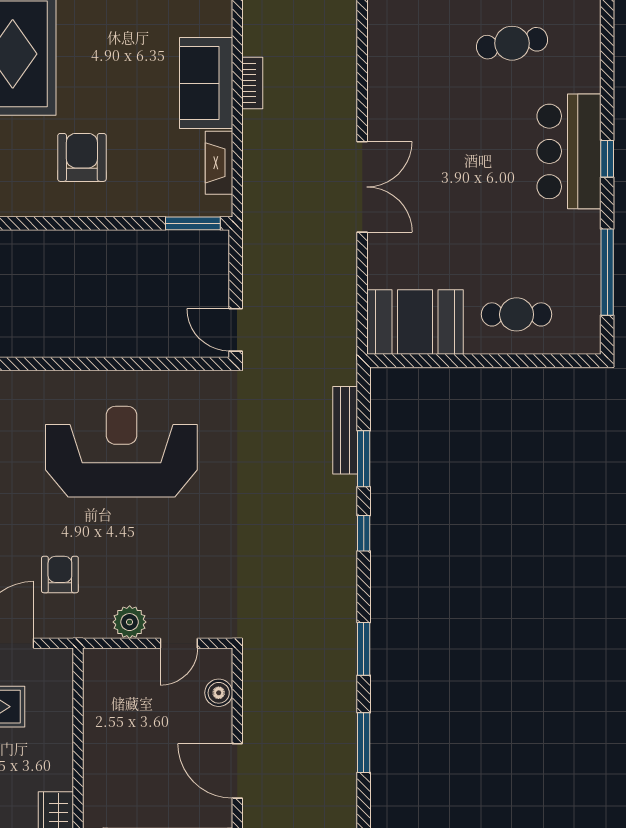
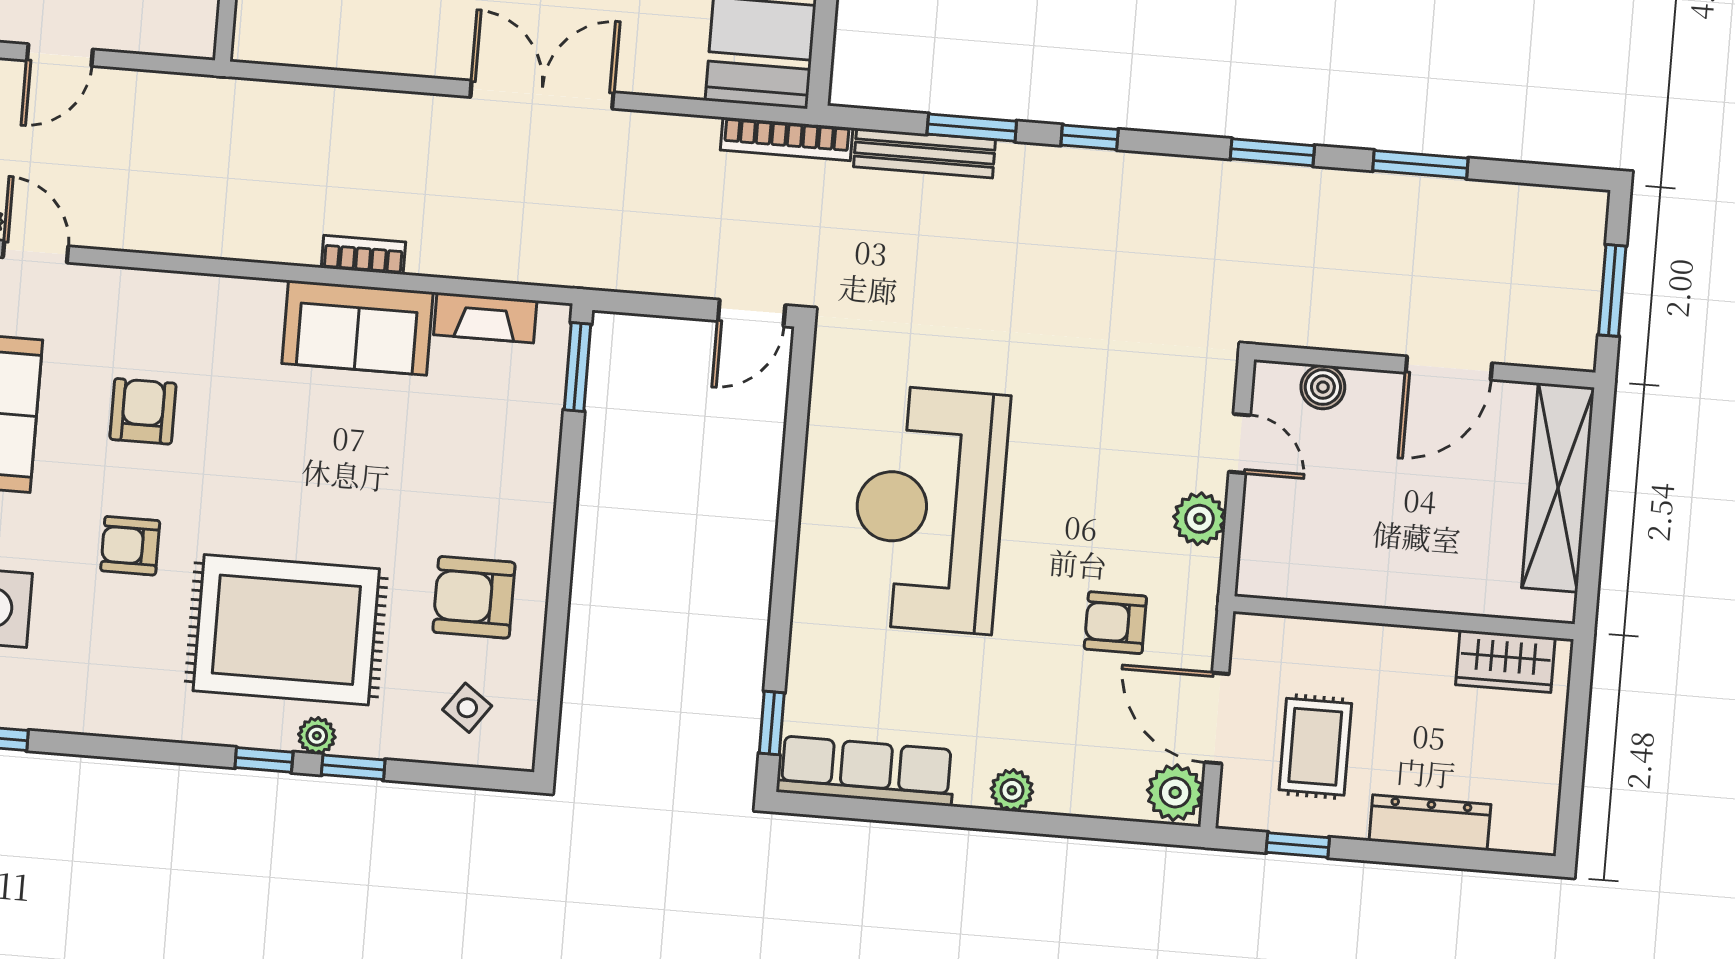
armchair: (82, 157) -> (474, 597), moved
bookcase: (347, 343) -> (787, 139), added

